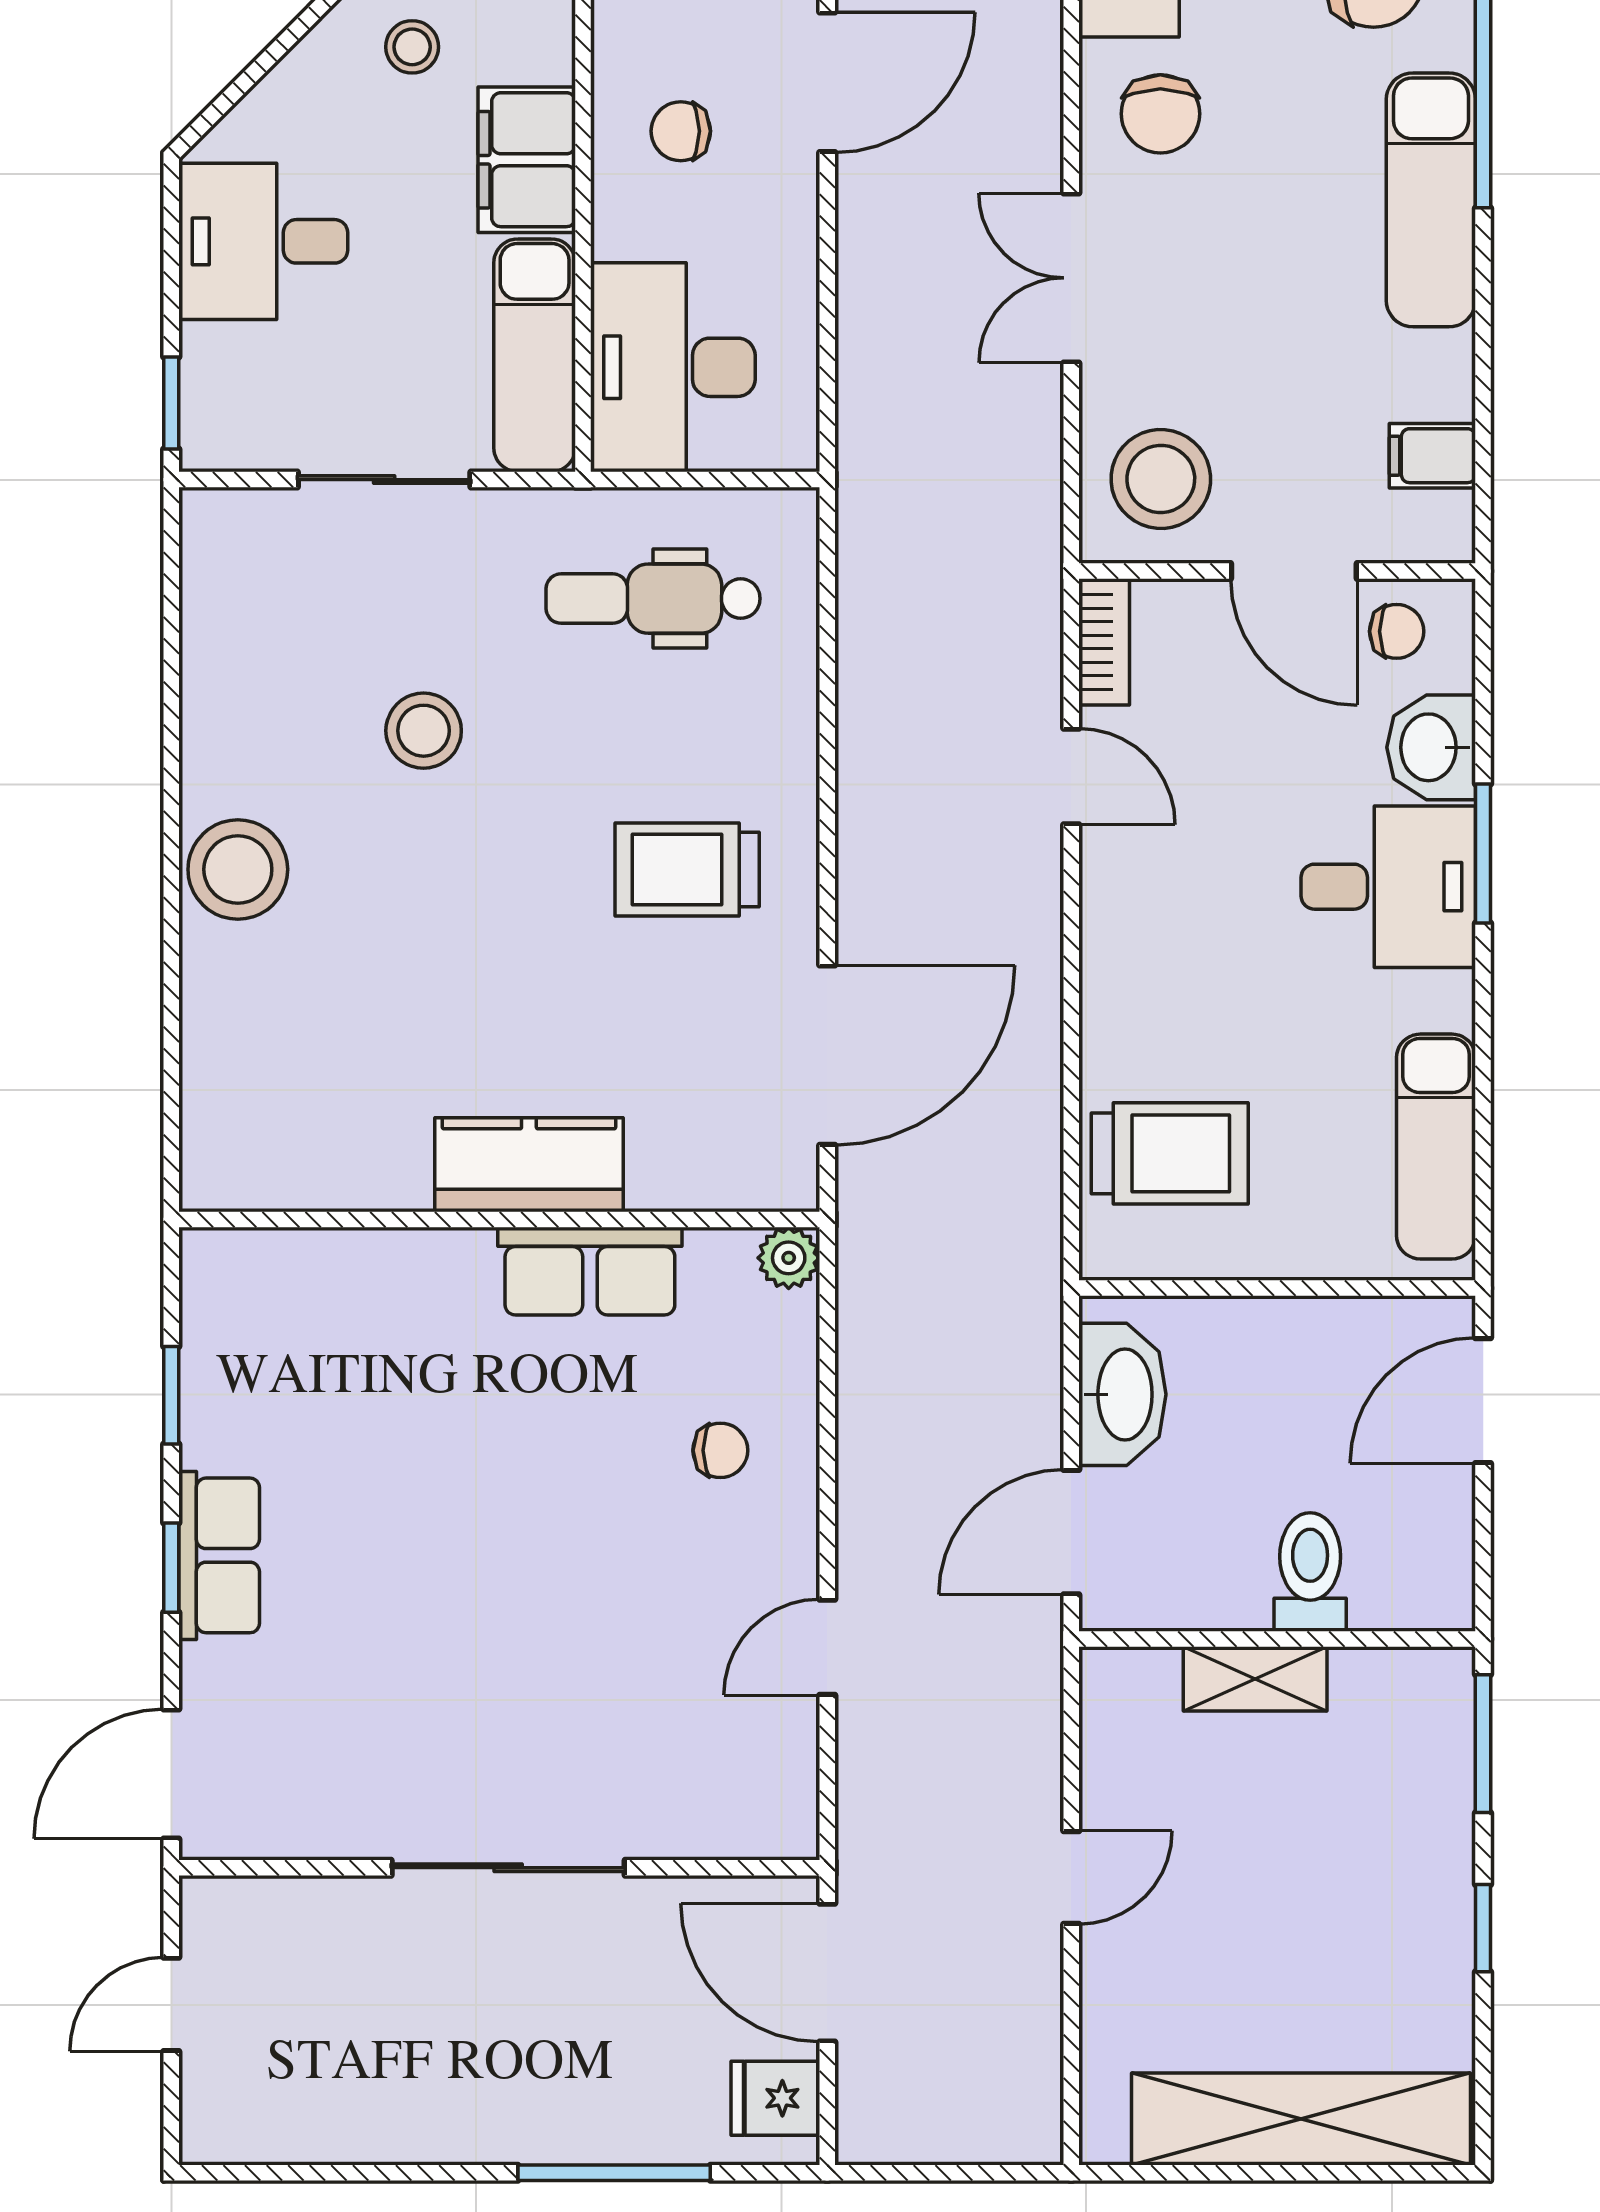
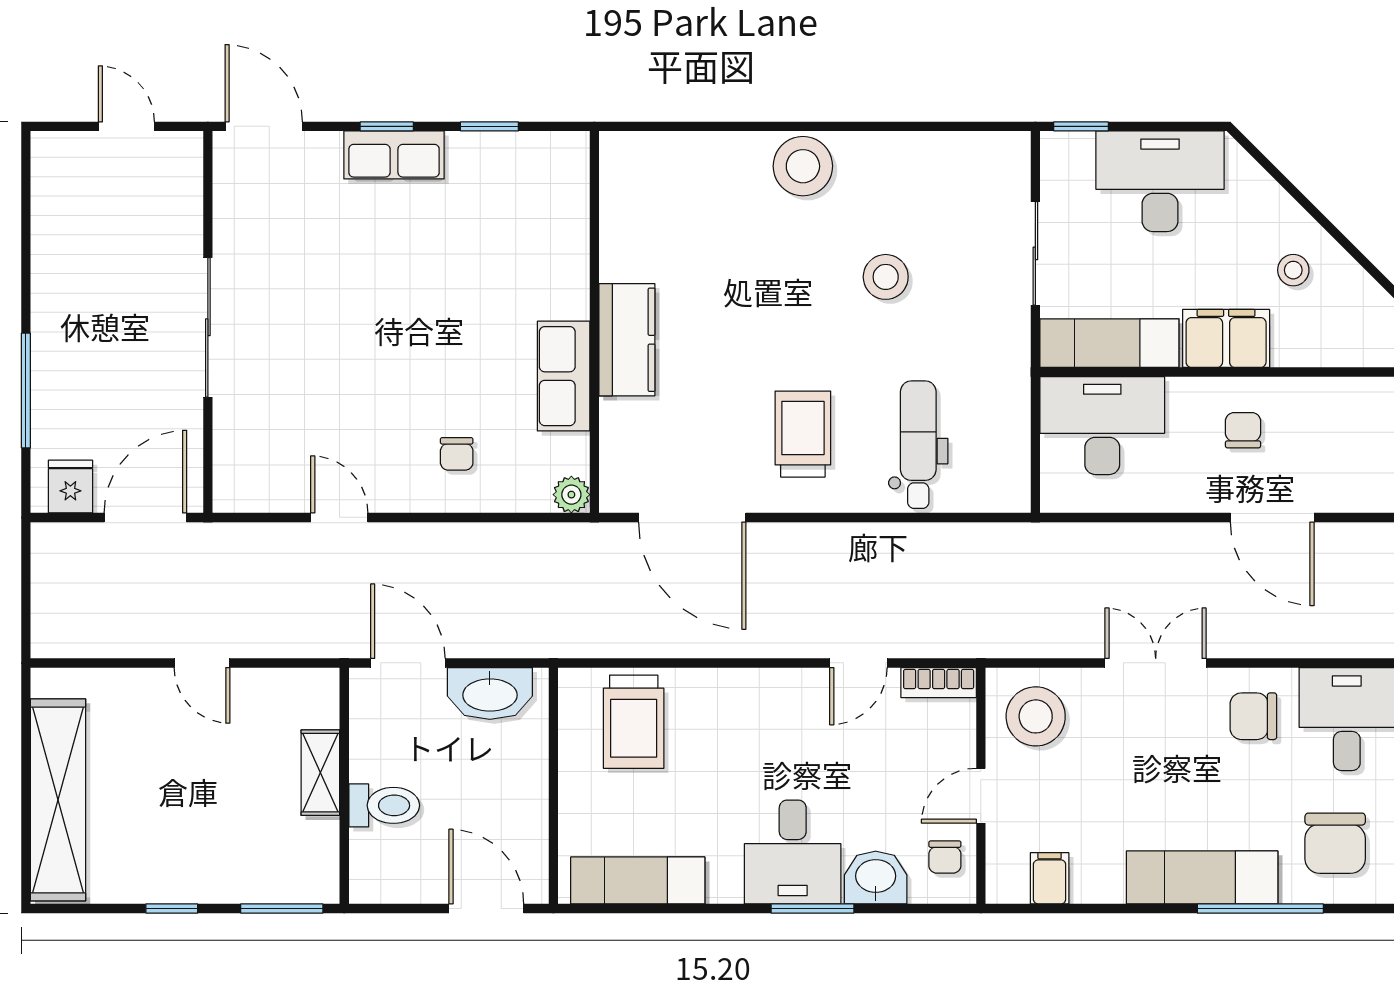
desk: (263, 241) -> (1160, 181), width x1.37
door: (1294, 571) -> (981, 796), width x0.73
dental chair: (653, 599) -> (918, 445), moved

